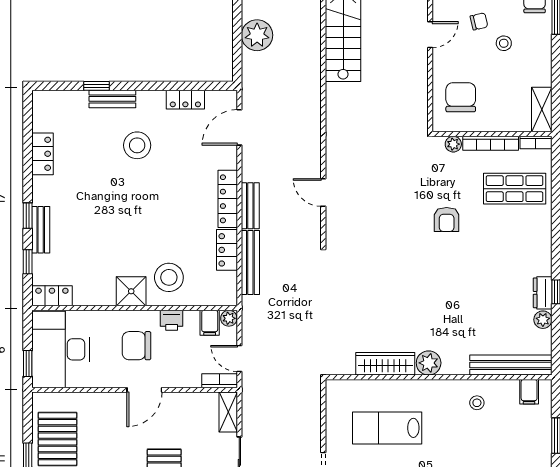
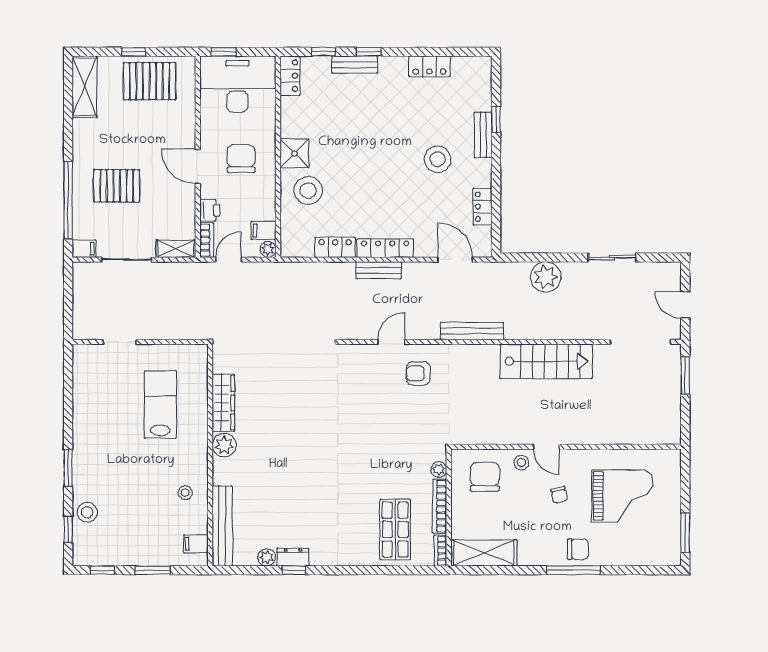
stool: (504, 43) -> (521, 463), moved
chair: (461, 97) -> (485, 477), turned -90
shelving: (542, 110) -> (484, 553), width x1.50, depth x1.33
armchair: (447, 219) -> (418, 373), moved
bench: (250, 263) -> (472, 331), moved
printer: (172, 320) -> (210, 210), moved, turned 180

